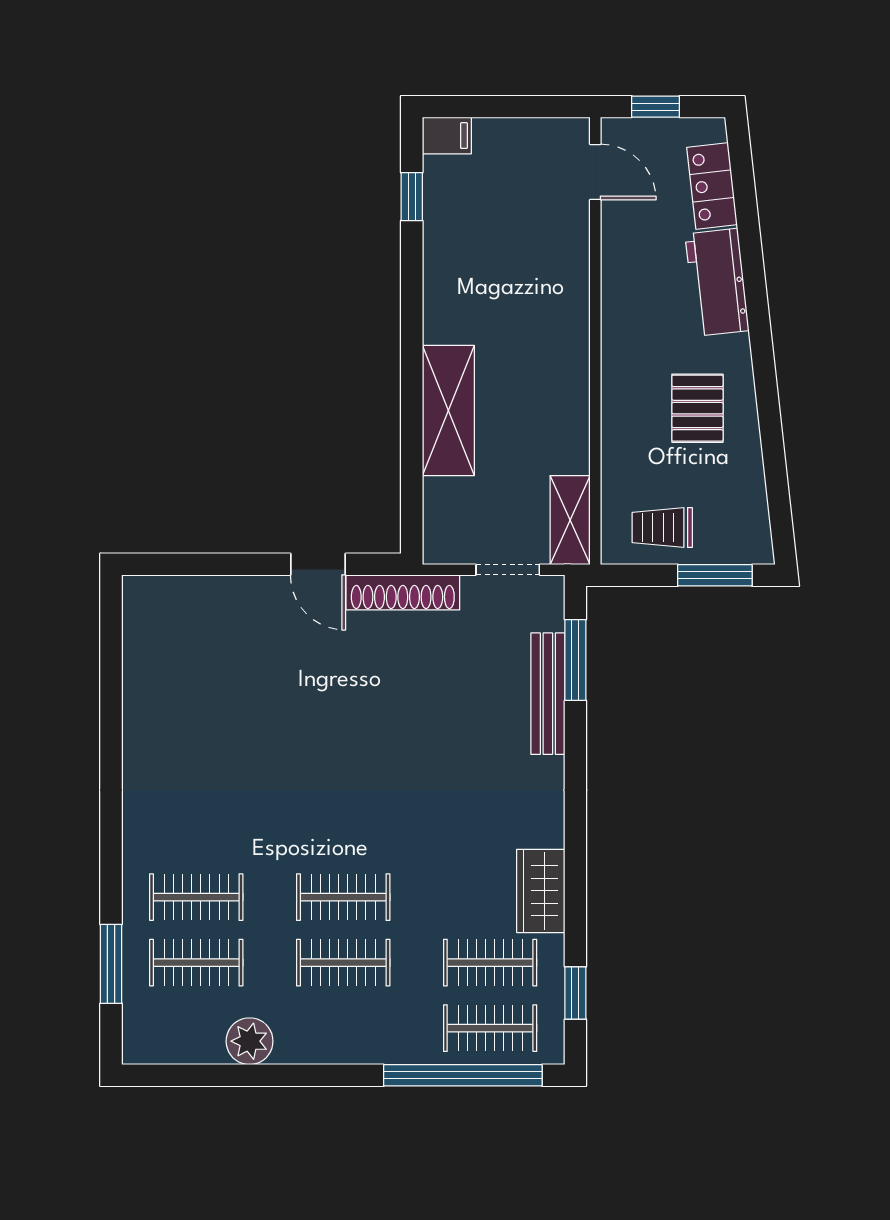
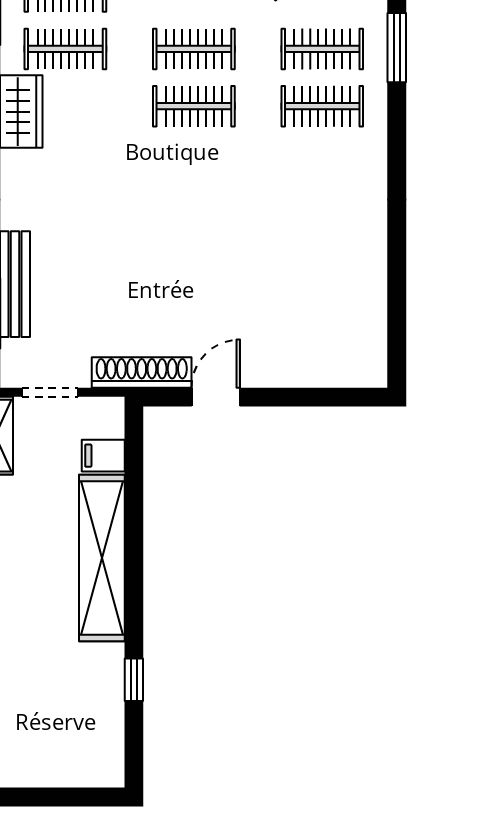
filing cabinet: (447, 136) -> (103, 456), moved
window: (412, 197) -> (134, 680), moved
shelving: (448, 410) -> (102, 558), width x1.47
door: (318, 564) -> (216, 397), hinge flipped

